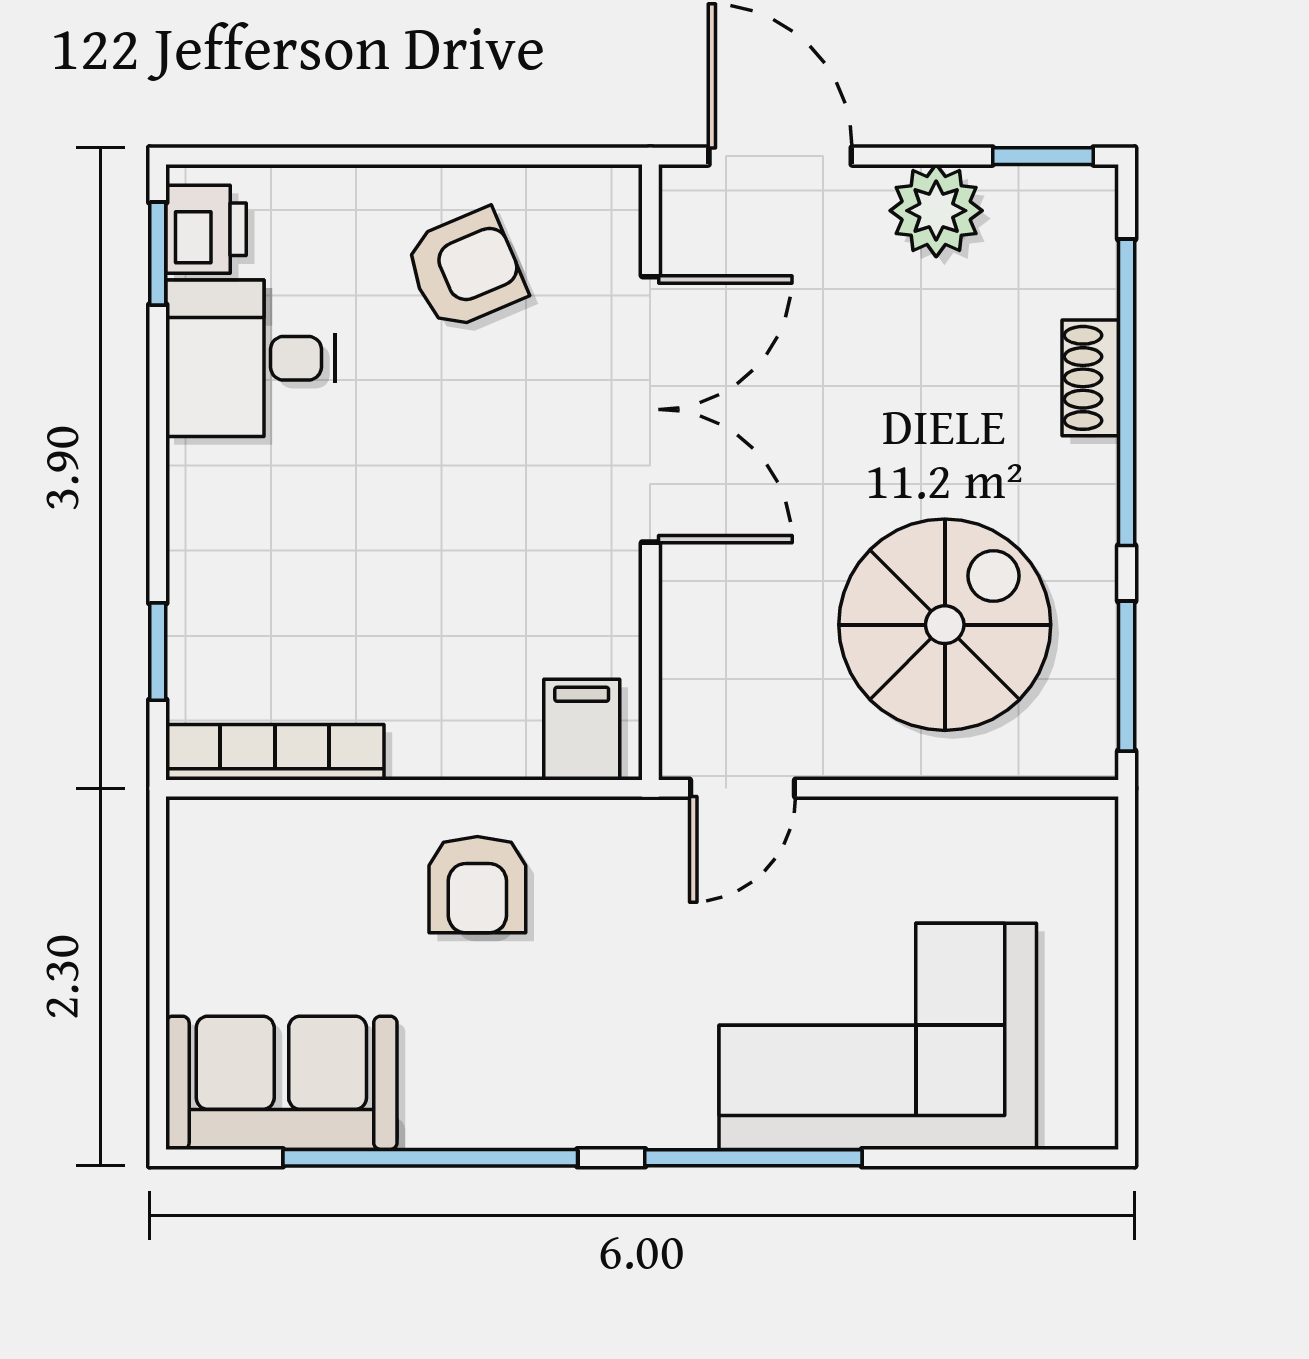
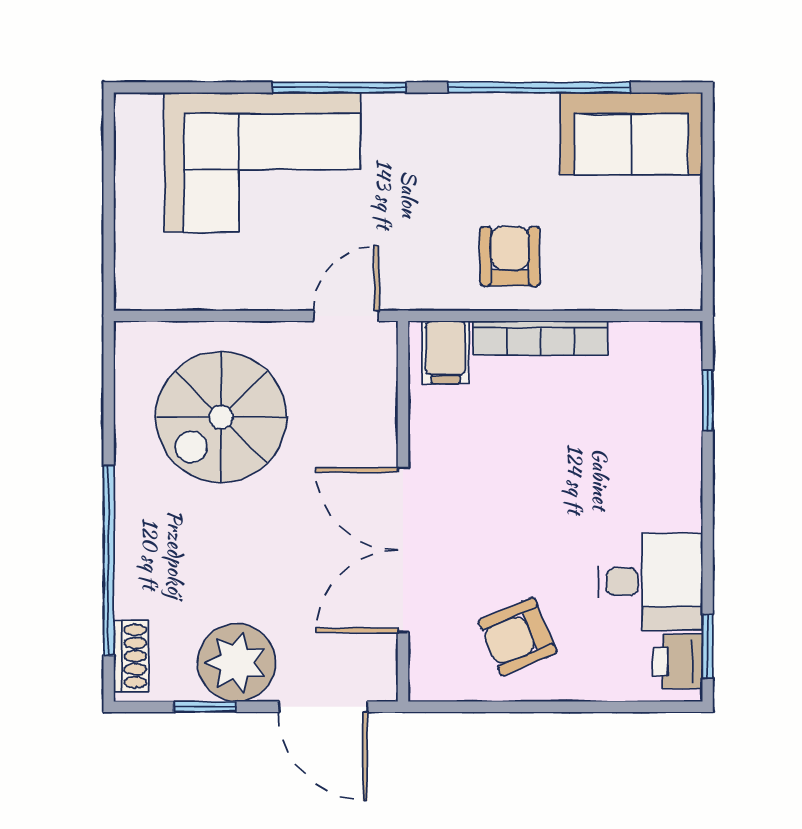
window: (1043, 156) -> (205, 707), moved
plant: (936, 211) -> (237, 663), width x1.36, depth x1.36
shoe rack: (1090, 378) -> (131, 656), moved
window: (1127, 676) -> (109, 385), removed
bookcase: (275, 752) -> (540, 338), moved

